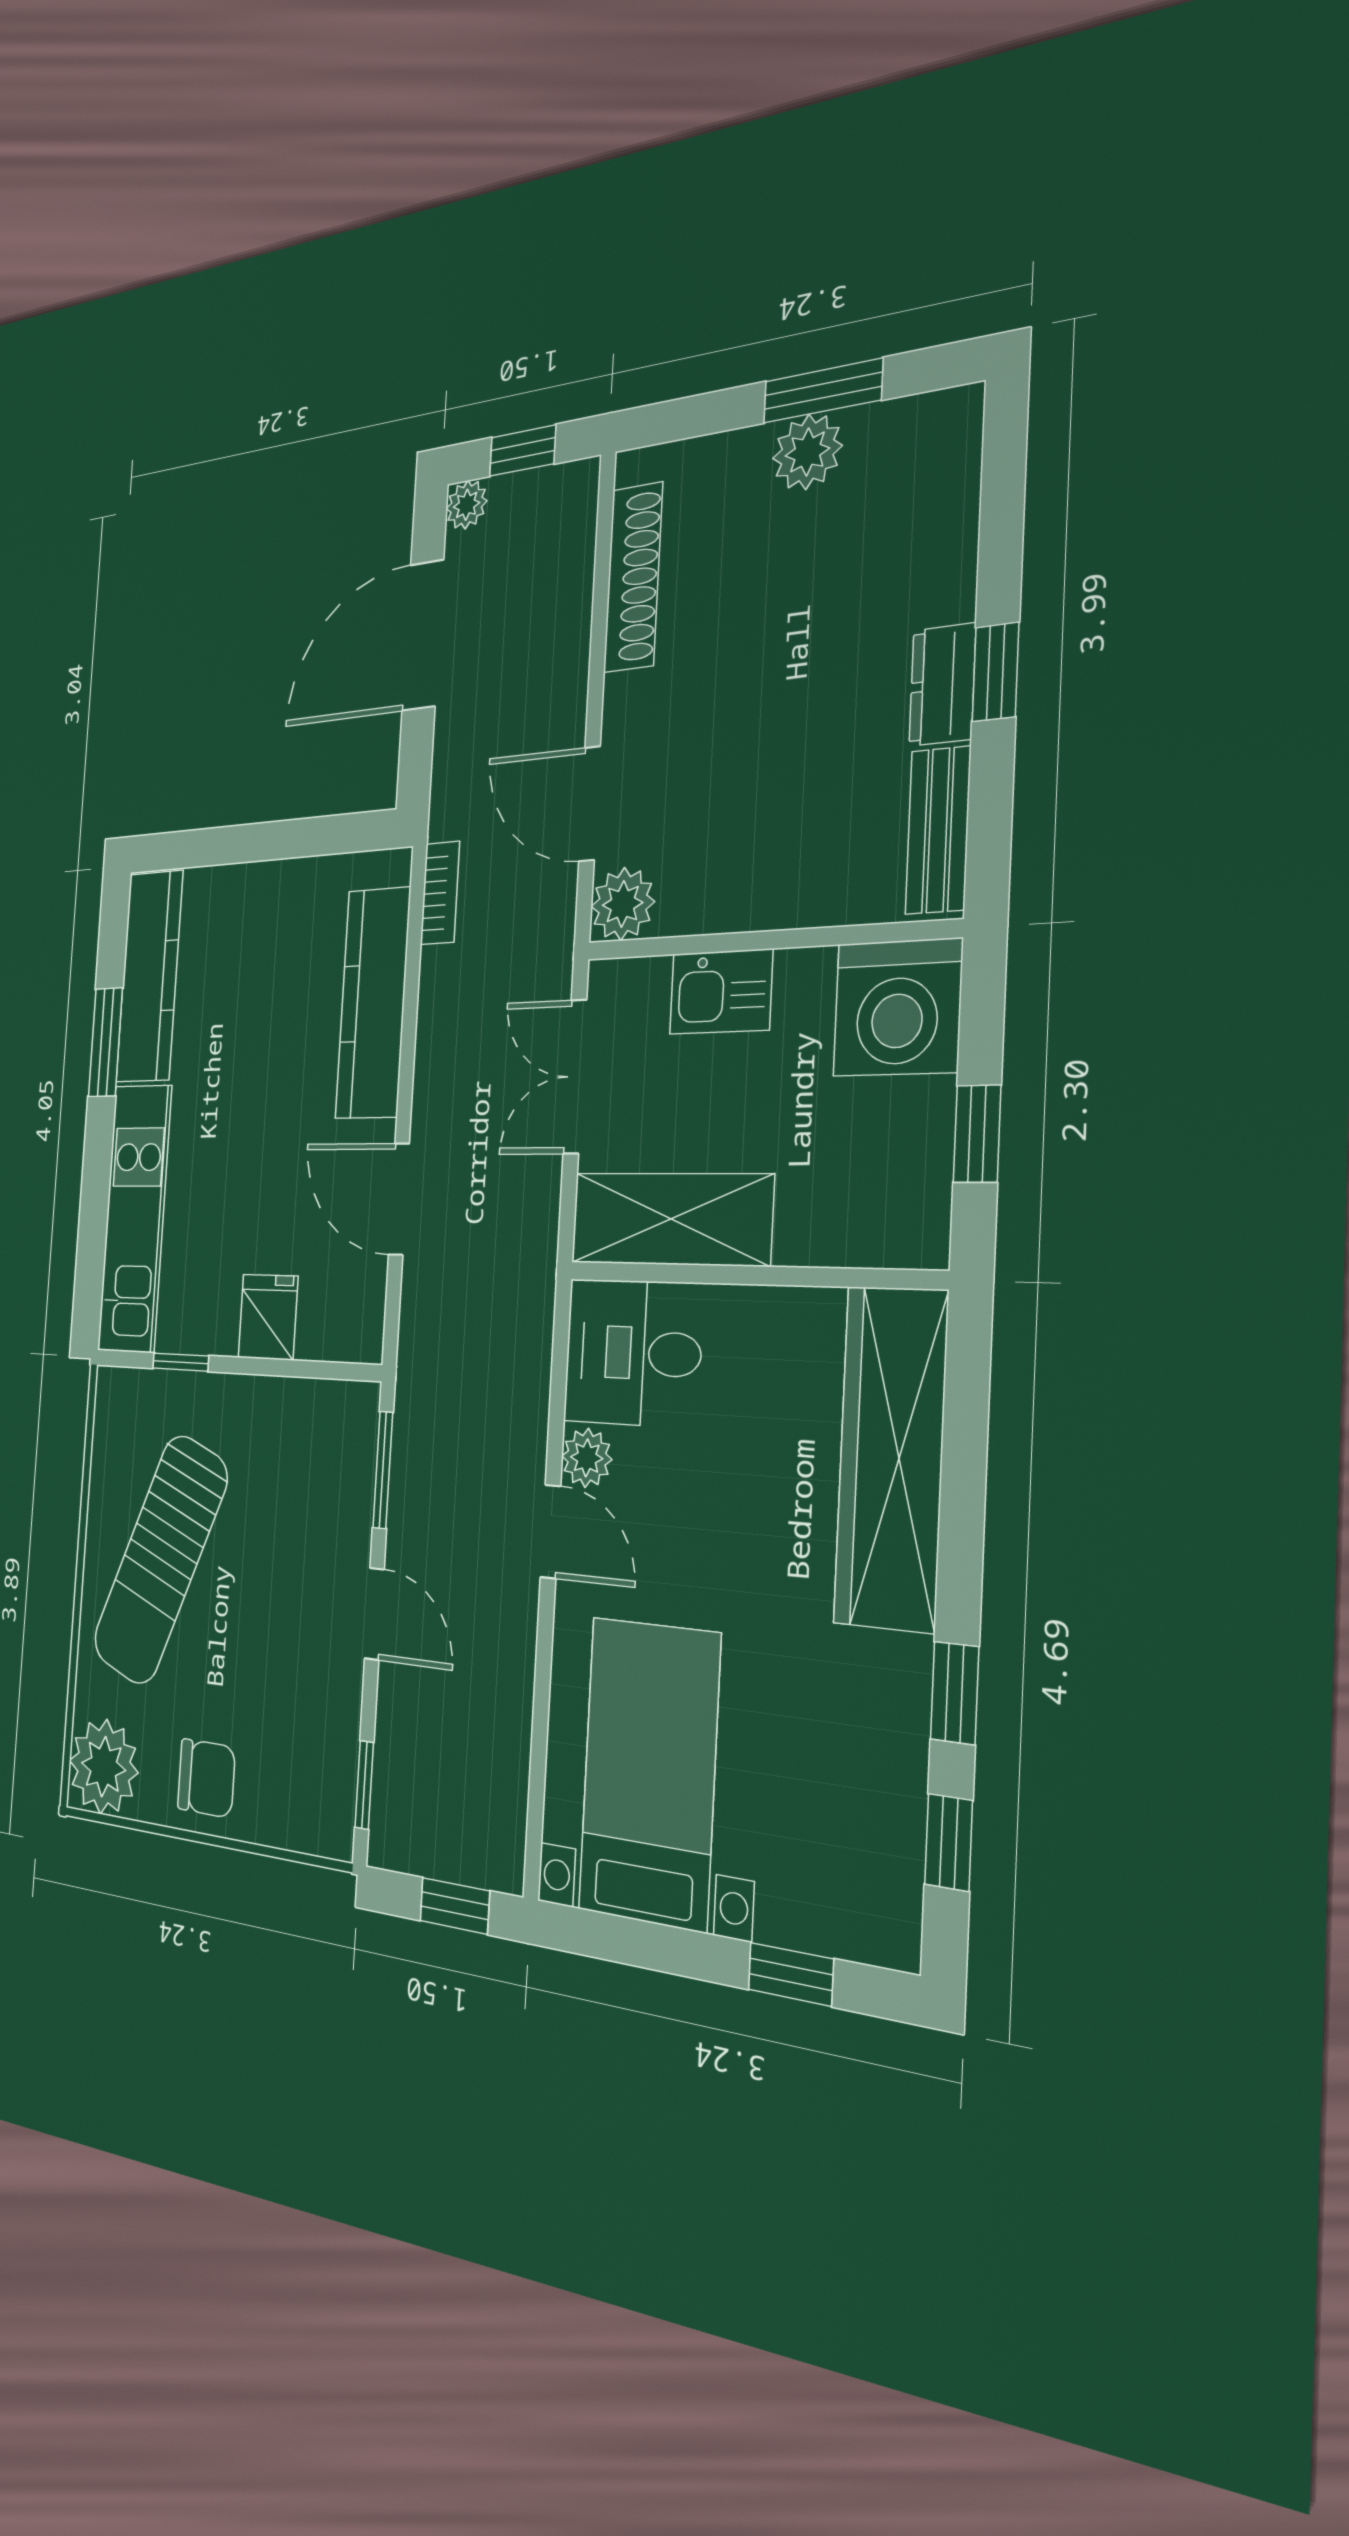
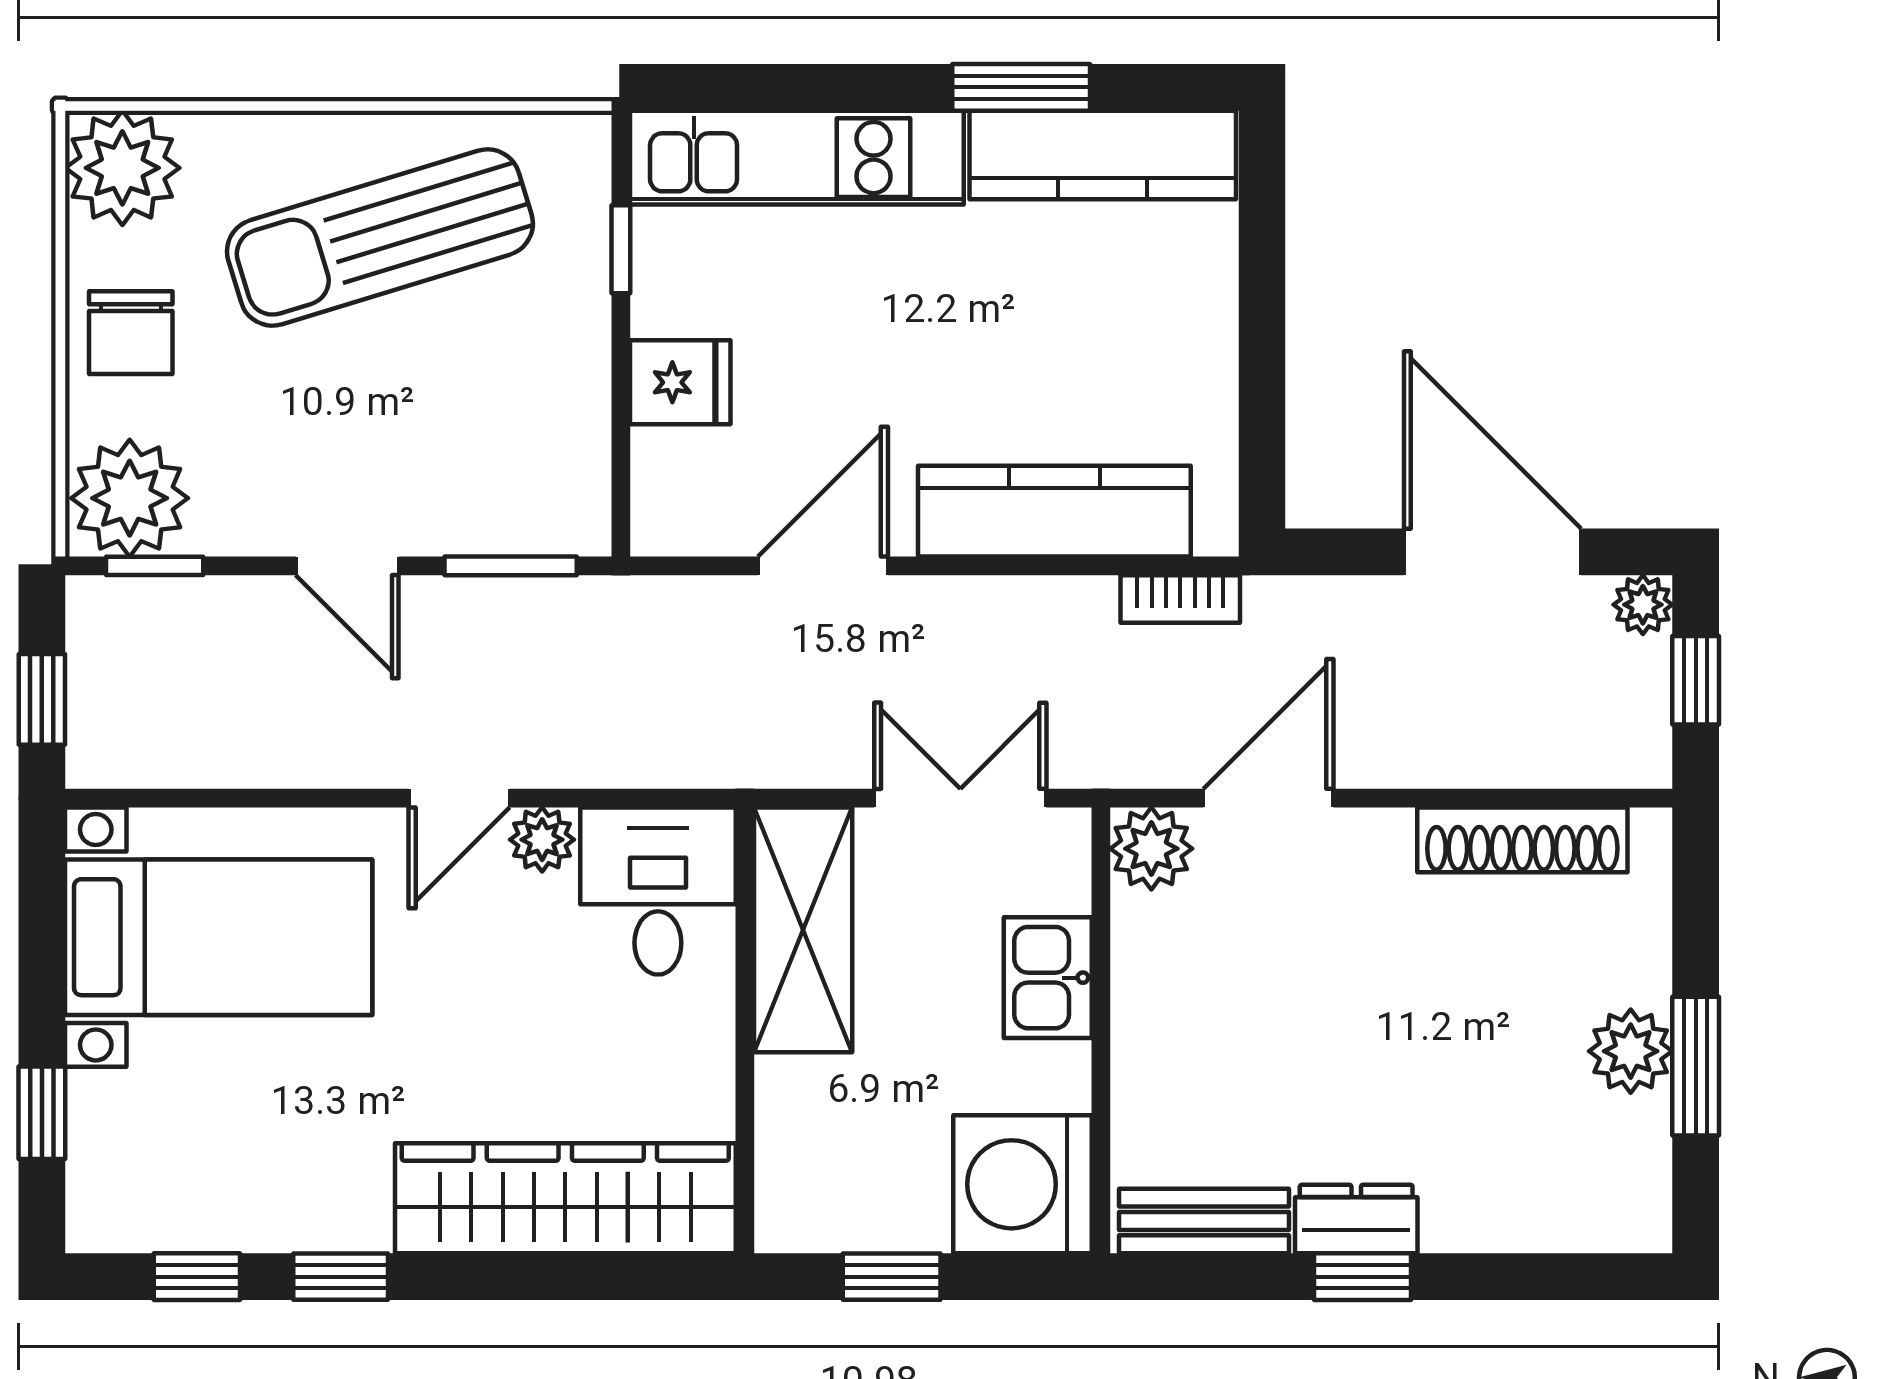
sun lounger: (160, 1560) -> (380, 237), turned -39
door: (374, 1614) -> (347, 566), hinge flipped
plant: (316, 1799) -> (130, 498), added

